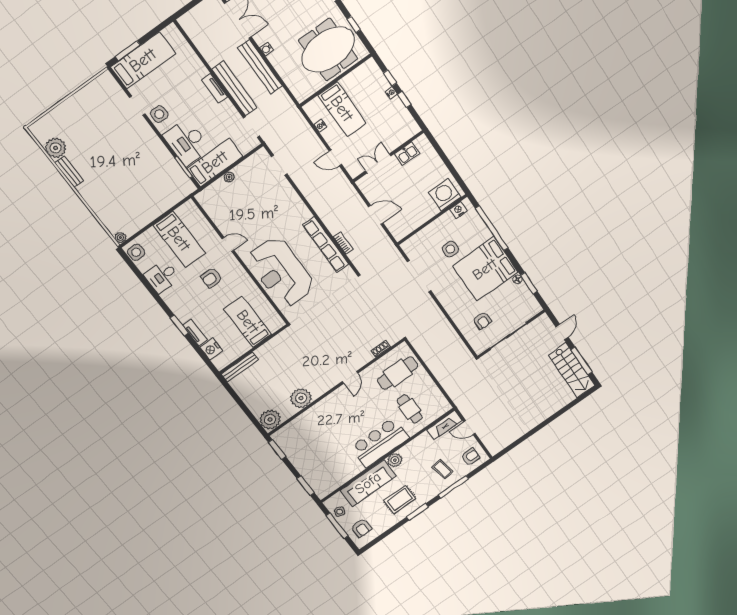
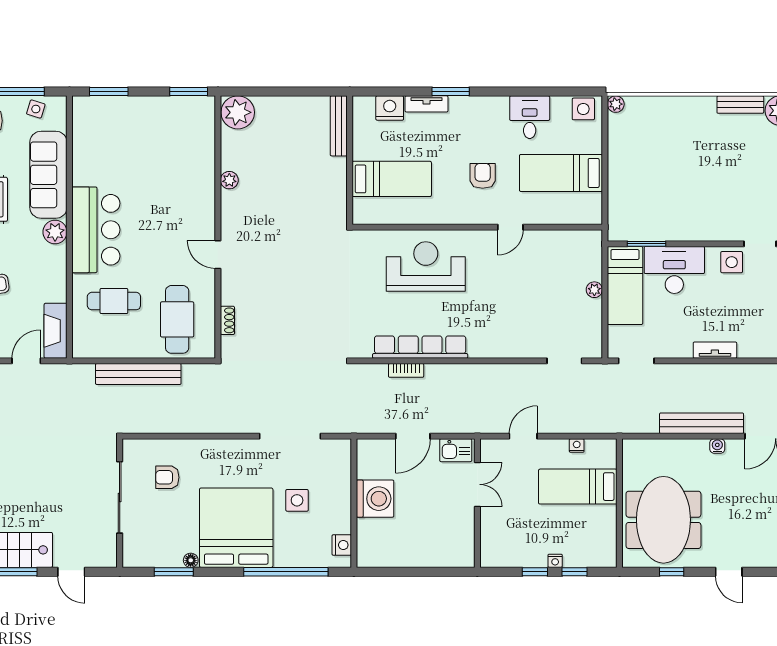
bench: (234, 88) -> (138, 374), moved
kitchen sink: (407, 154) -> (456, 450), moved, turned -90
washing machine: (445, 195) -> (375, 499), moved
reception desk: (281, 272) -> (426, 266), width x0.74, depth x0.77
plant: (301, 398) -> (229, 180), width x0.53, depth x0.53

